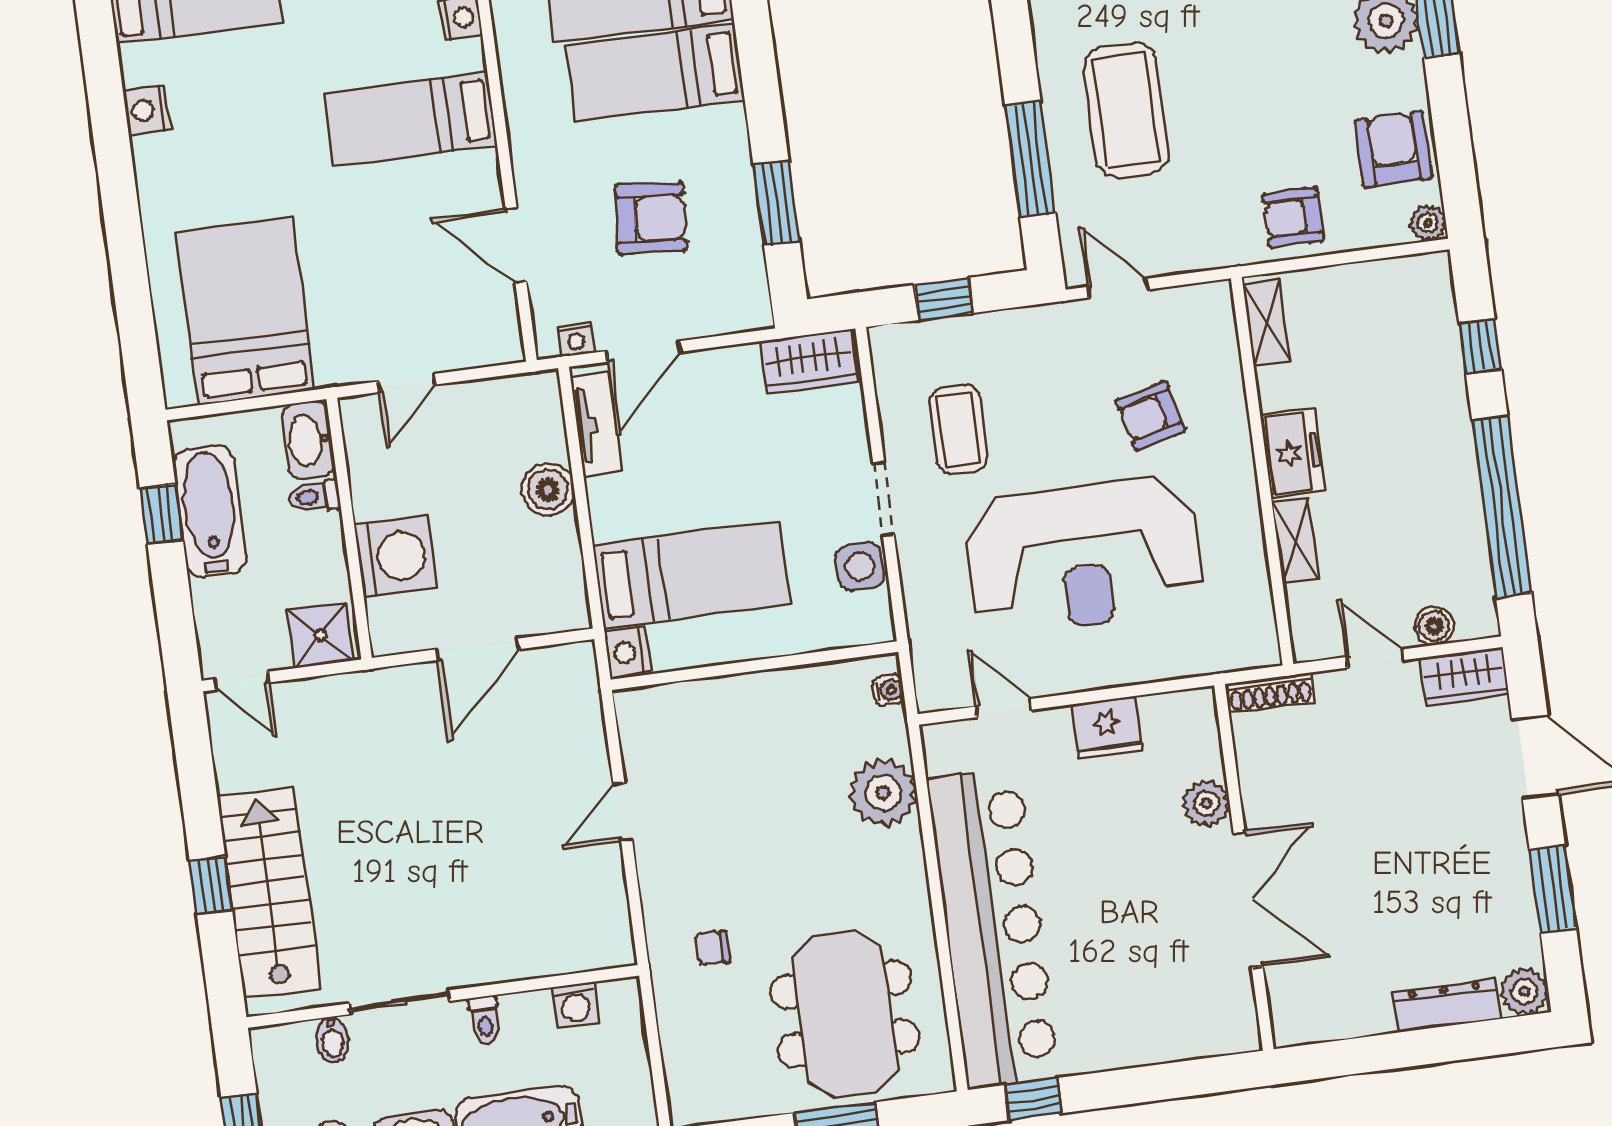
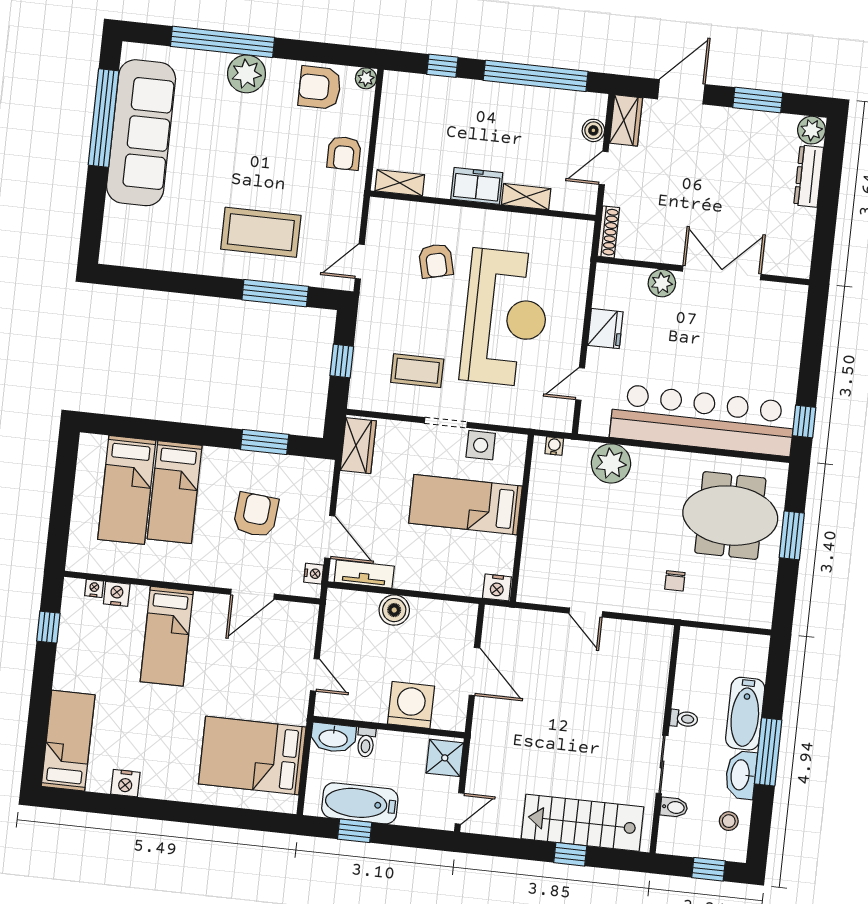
bed: (691, 575) -> (465, 505), moved, turned -90
washing machine: (576, 1005) -> (688, 666), removed

